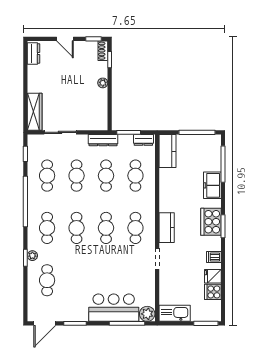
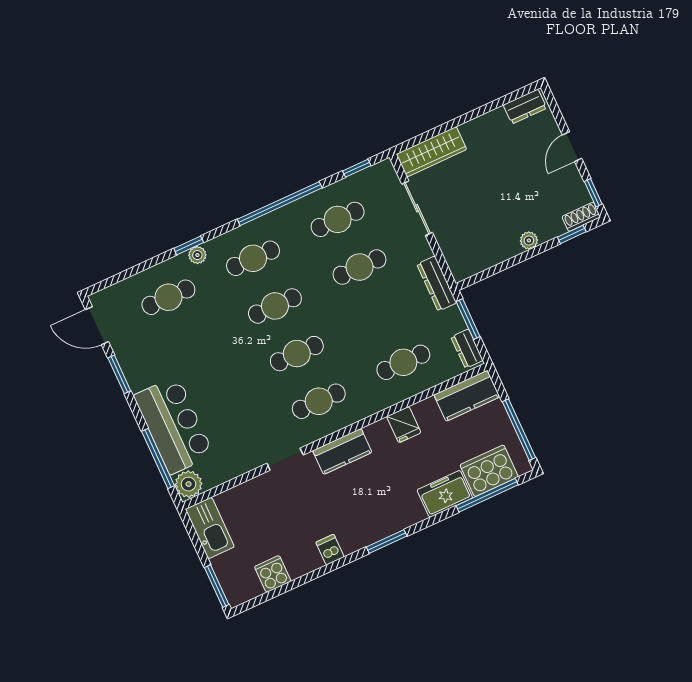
cafe table: (106, 176) -> (381, 315), removed
cooker: (211, 222) -> (489, 471), moved
fridge: (213, 276) -> (404, 425), moved, turned 180

